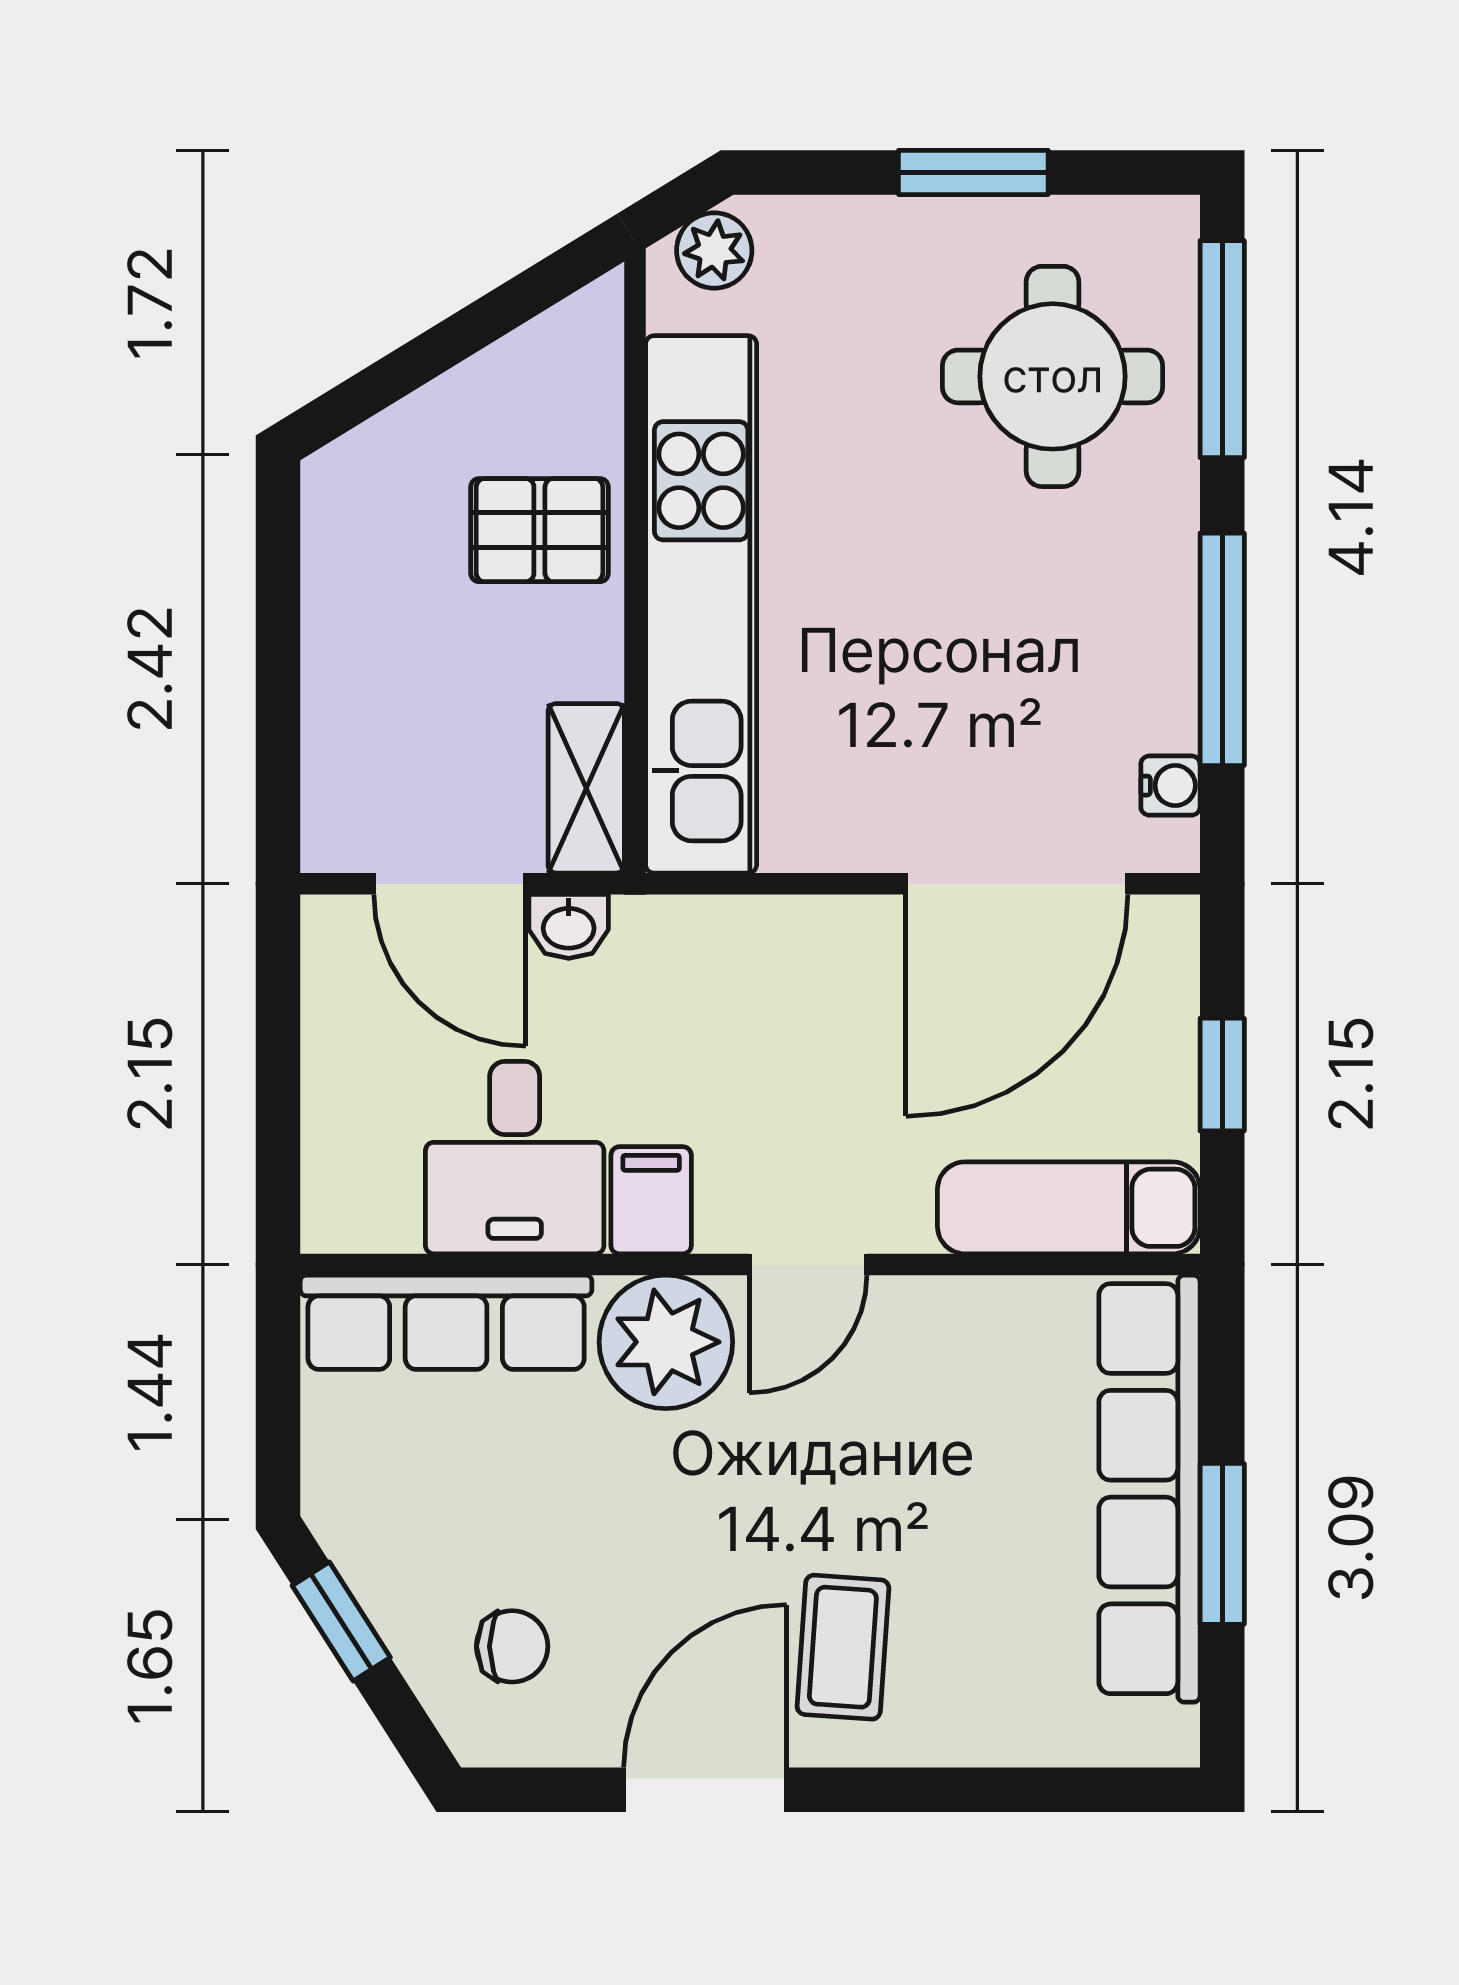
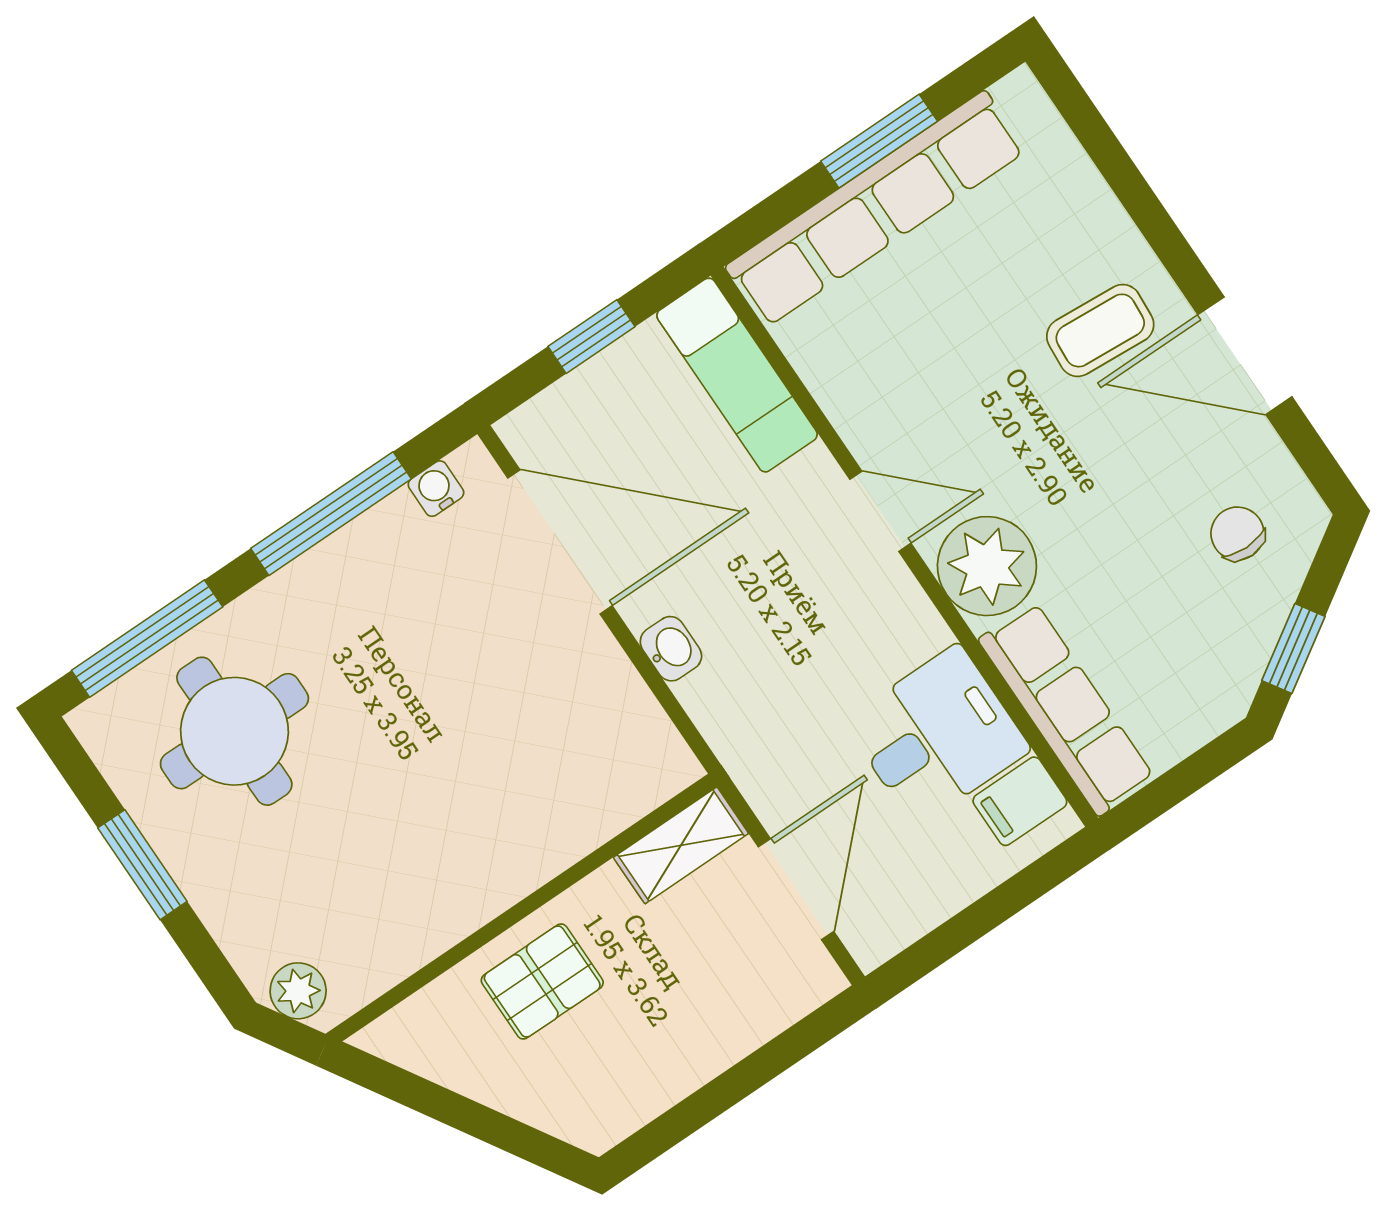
pallet: (539, 530) -> (542, 981), turned 90
kitchen unit: (701, 604) -> (520, 852), removed
washbasin: (569, 926) -> (671, 649), moved
filing cabinet: (651, 1200) -> (1020, 801), moved

